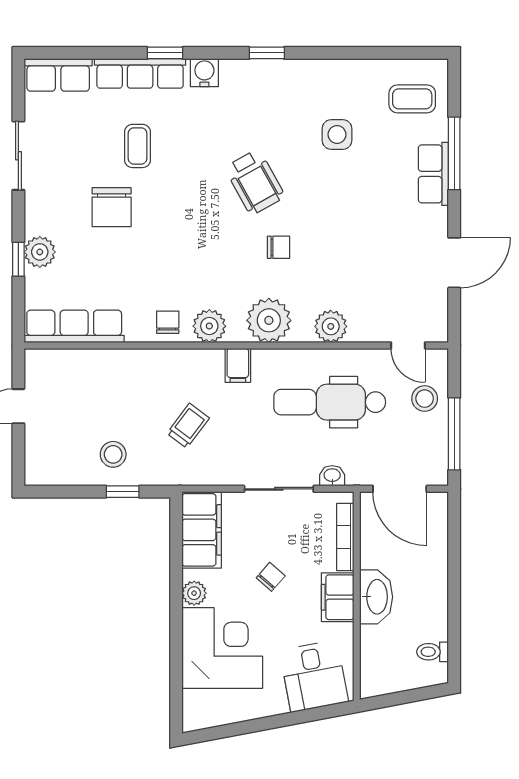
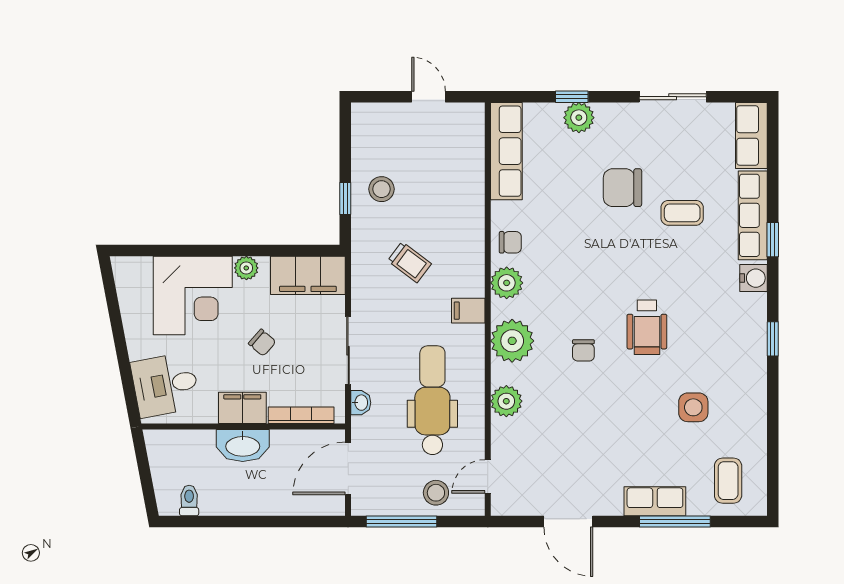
wheelchair: (255, 182) -> (647, 327), turned -61

